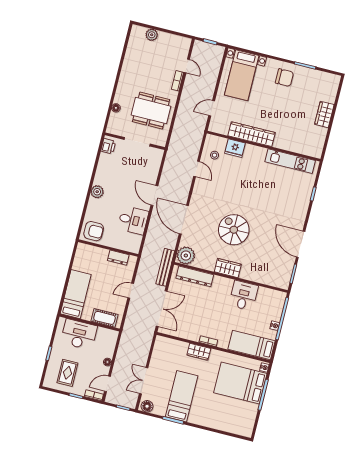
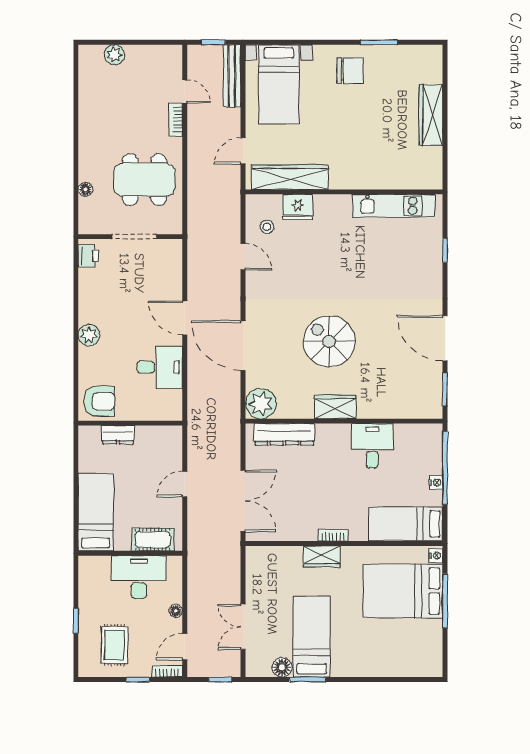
wardrobe: (324, 114) -> (431, 115), width x1.50
wardrobe: (252, 134) -> (290, 177), moved
dresser: (118, 258) -> (118, 435), moved
bench: (165, 267) -> (232, 76), moved
desk: (79, 334) -> (139, 577), moved
floor lamp: (147, 406) -> (282, 667), moved

